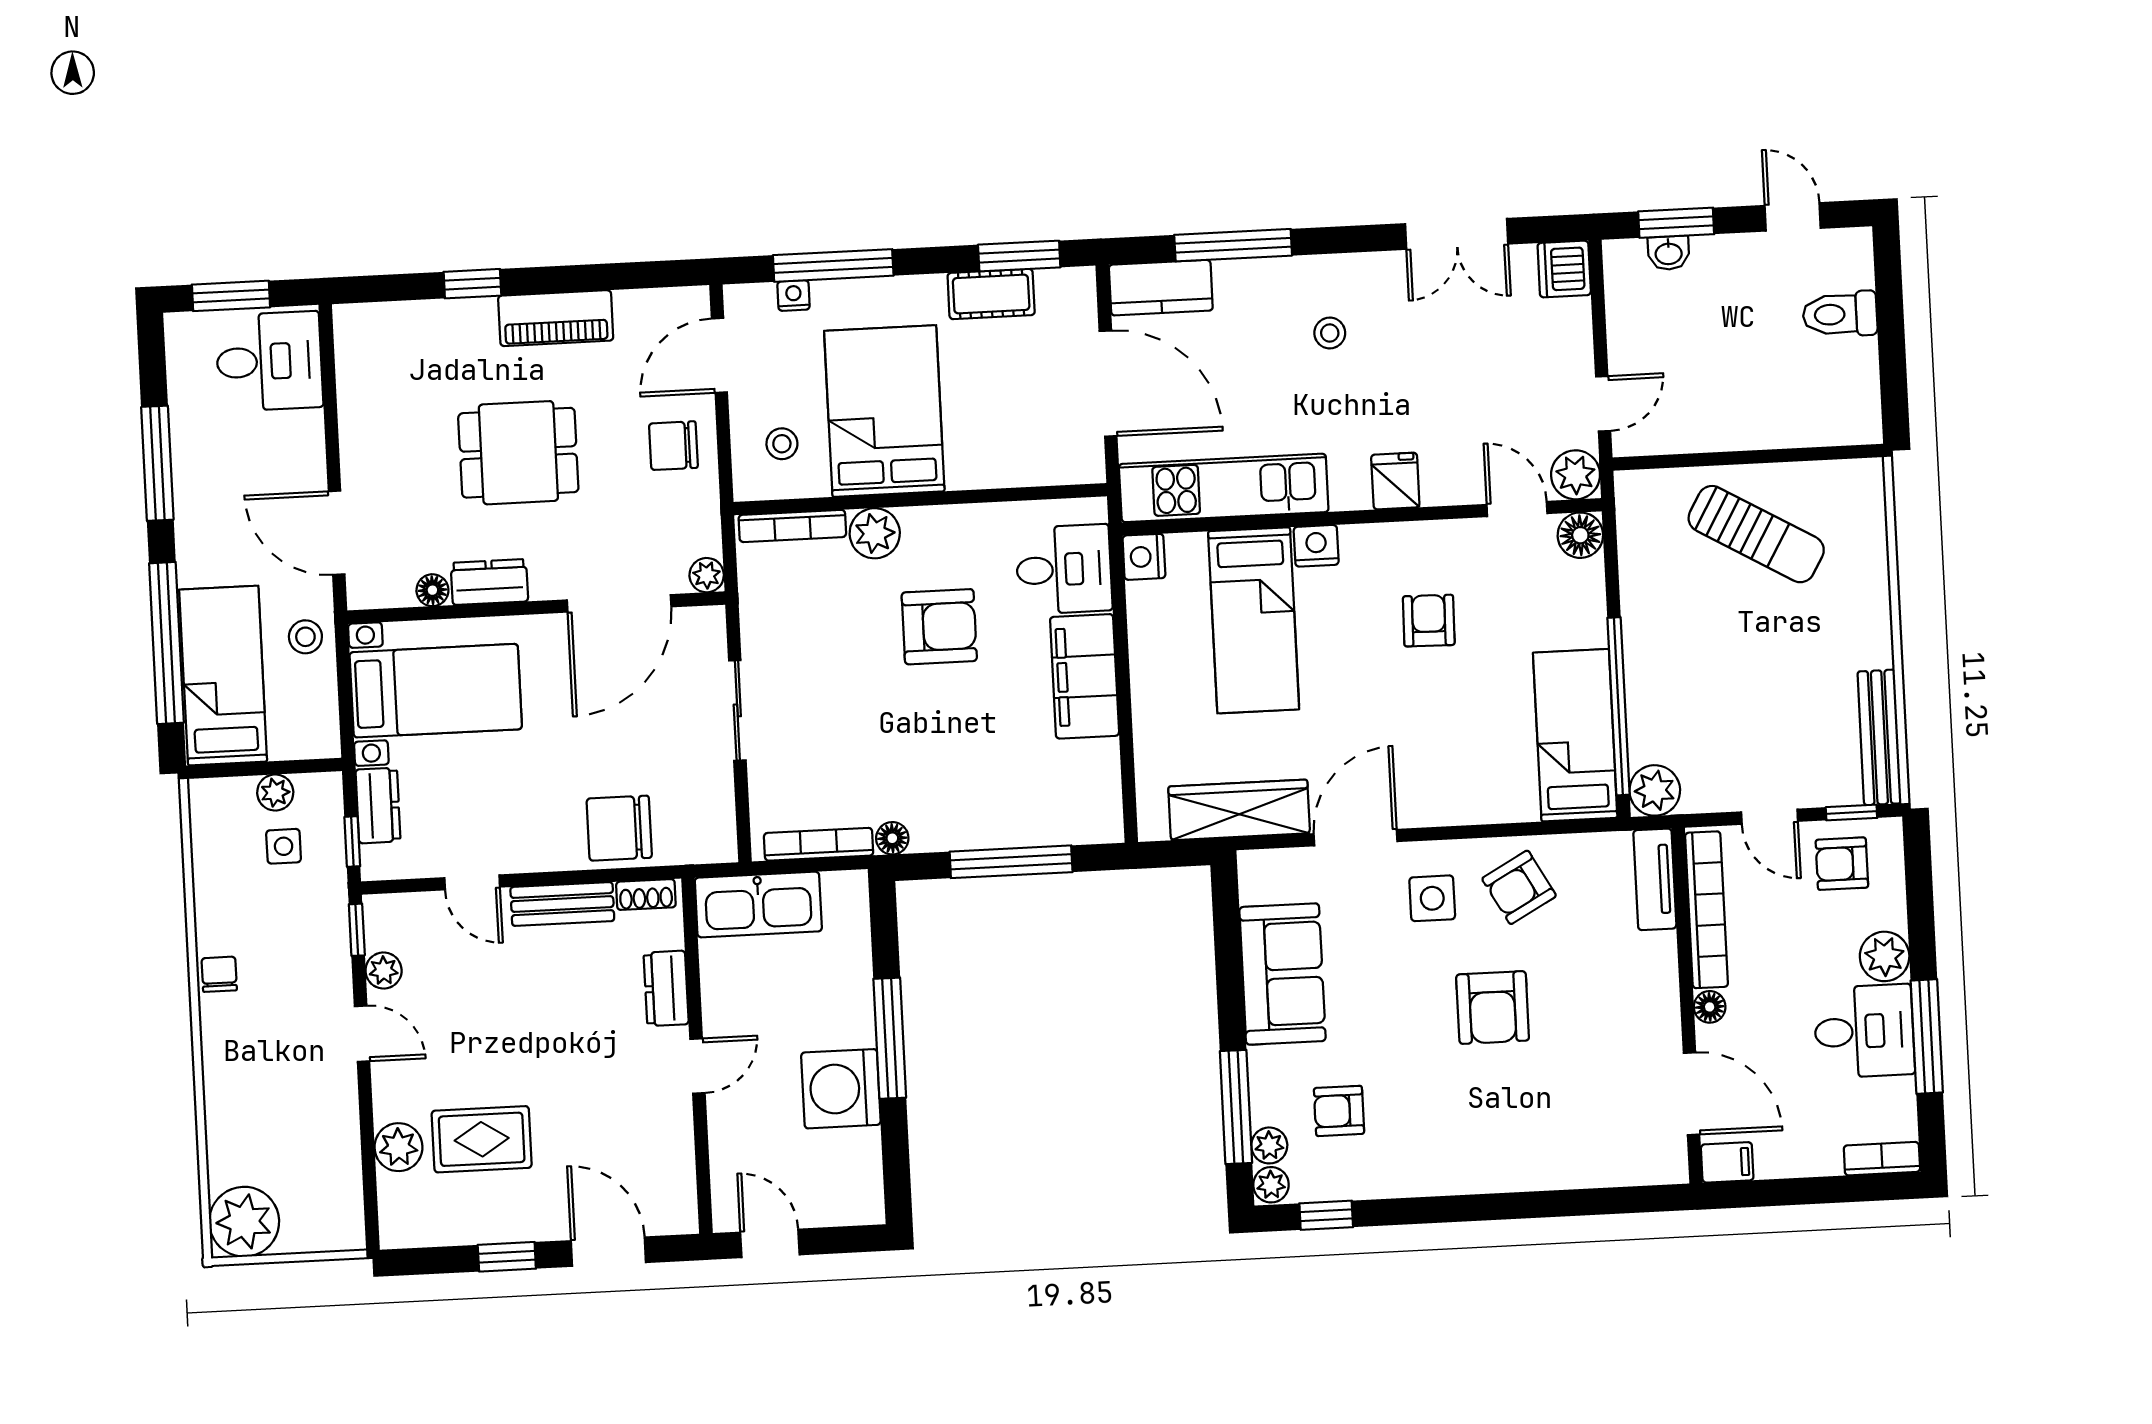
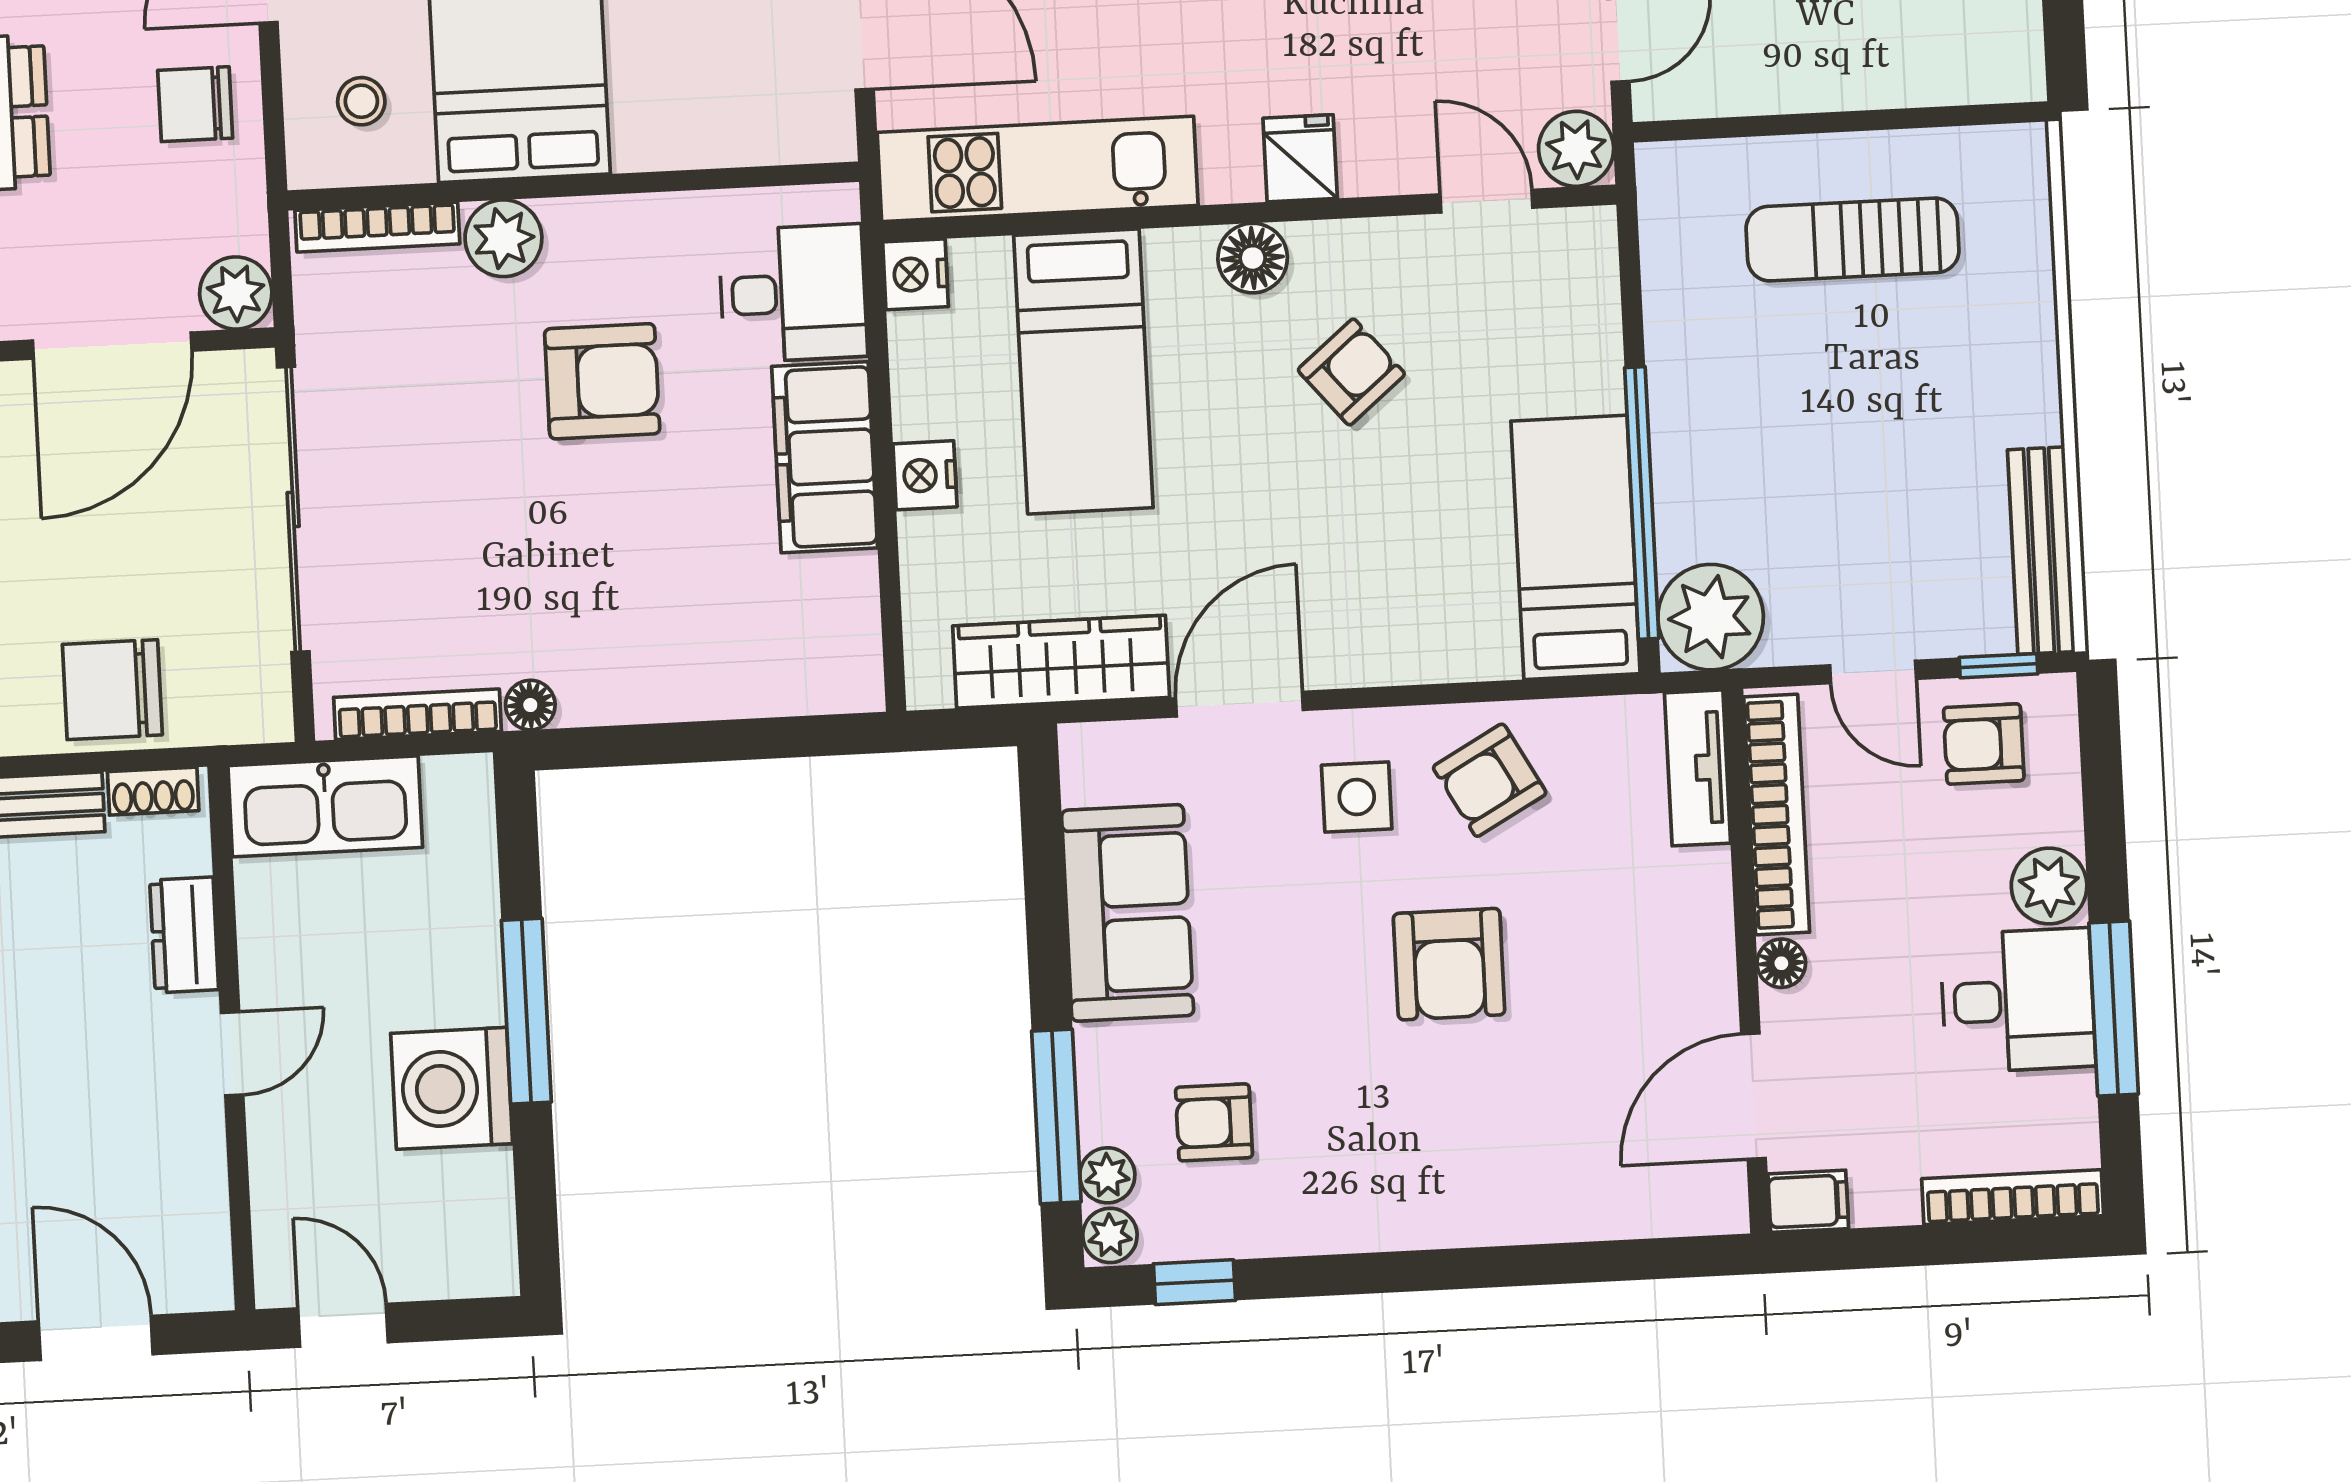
sun lounger: (1756, 534) -> (1853, 239), turned 150
floor lamp: (1580, 535) -> (1253, 258), moved
nightstand: (1316, 546) -> (925, 475), moved, turned -90
plant: (707, 575) -> (236, 293), width x1.38, depth x1.38
armchair: (1429, 621) -> (1351, 372), turned 49
sliding door: (737, 710) -> (293, 509), width x1.86
plant: (1655, 790) -> (1711, 617), width x1.36, depth x1.36
window: (1011, 862) -> (712, 741), removed
door: (1692, 1094) -> (1754, 1096), swing flipped
bookcase: (1882, 1159) -> (2013, 1197), width x1.56

